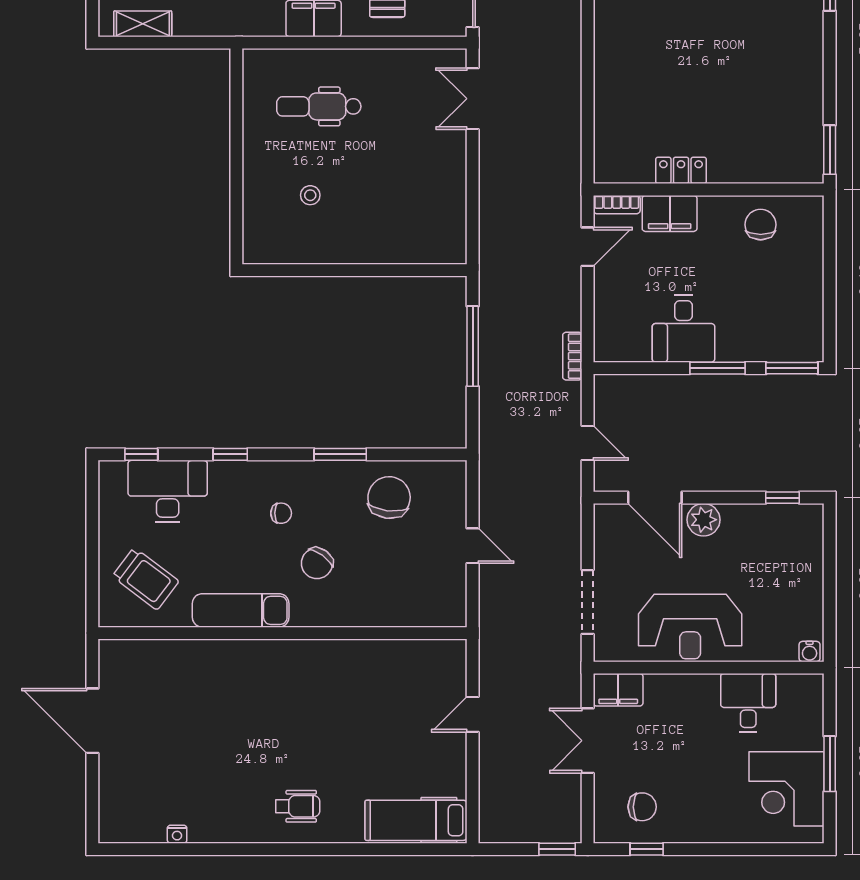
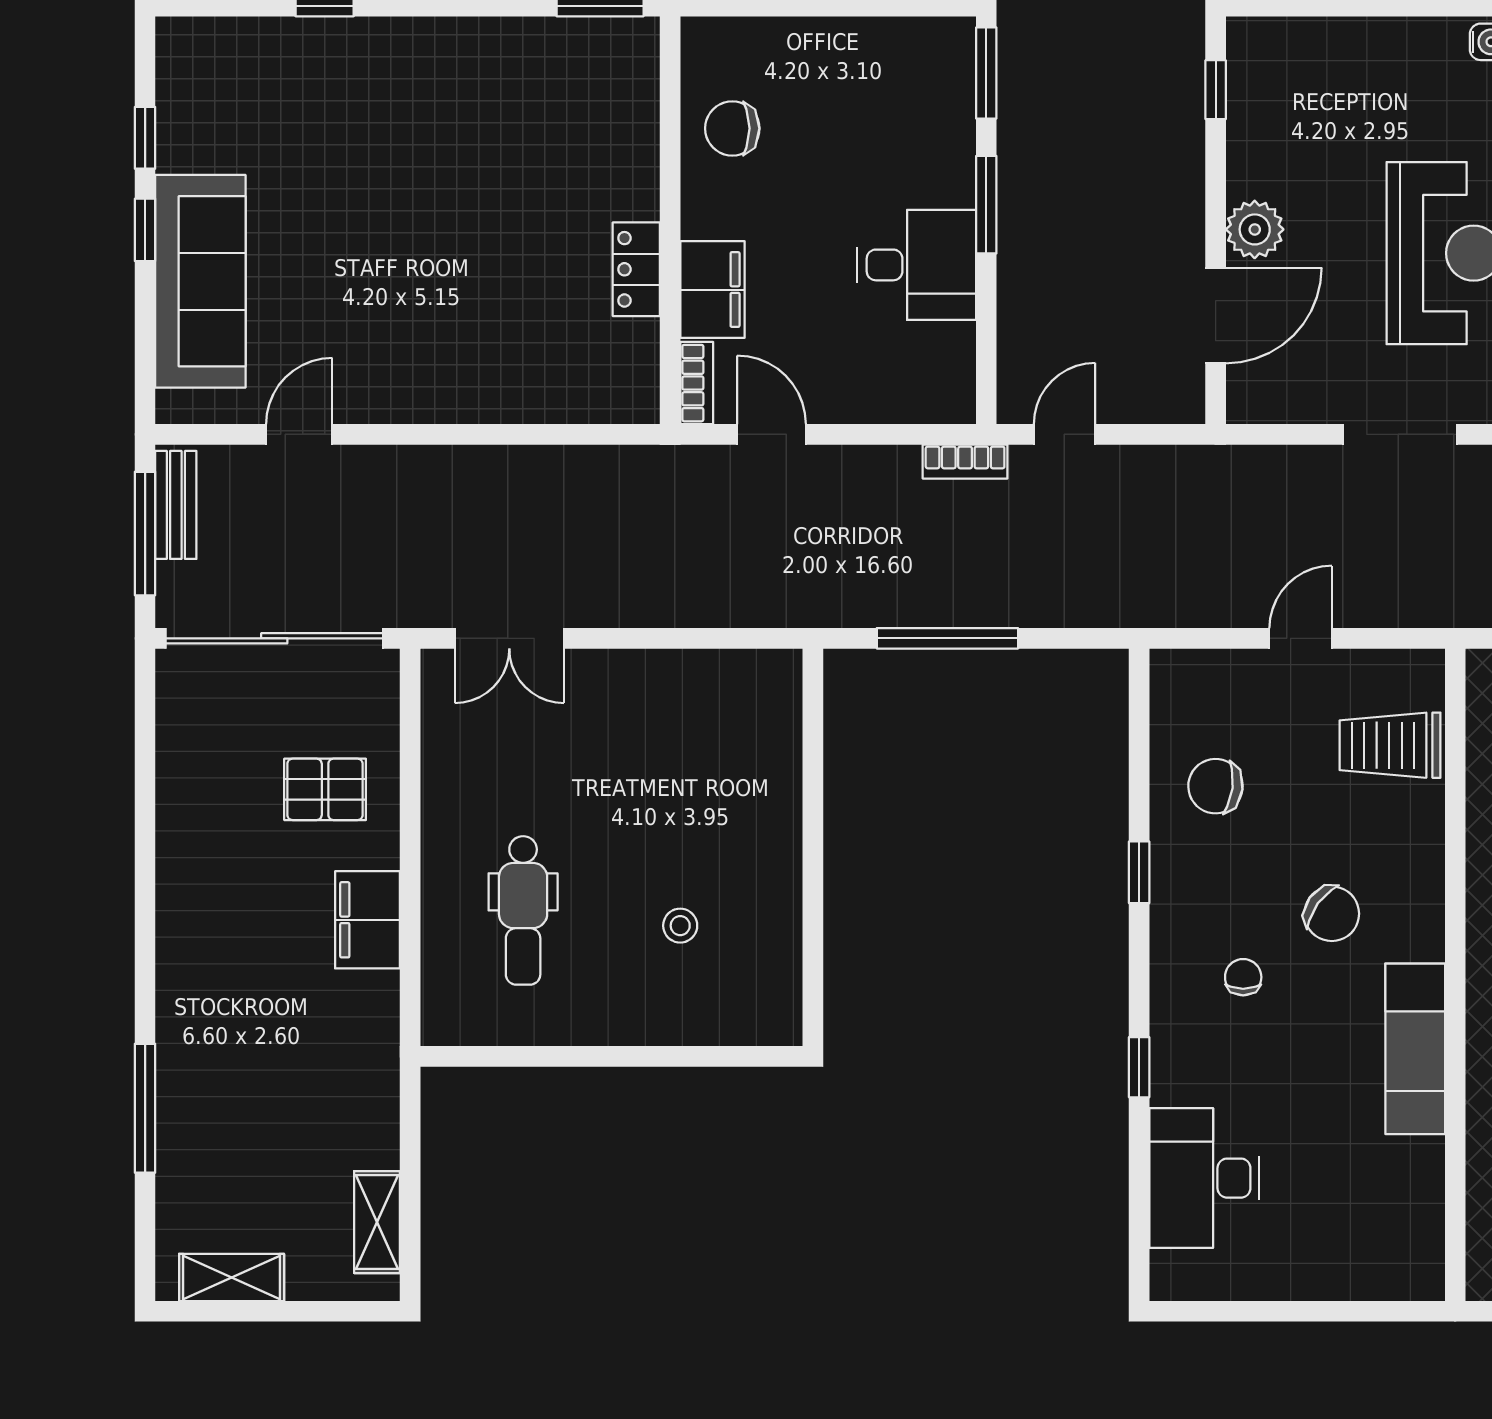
door: (588, 443) -> (1064, 434), moved
window: (141, 454) -> (1139, 1225), removed
window: (340, 454) -> (1139, 872), width x0.67
chair: (389, 498) -> (1215, 786), width x0.73, depth x0.73
trolley: (146, 579) -> (1390, 745), moved, turned -127

